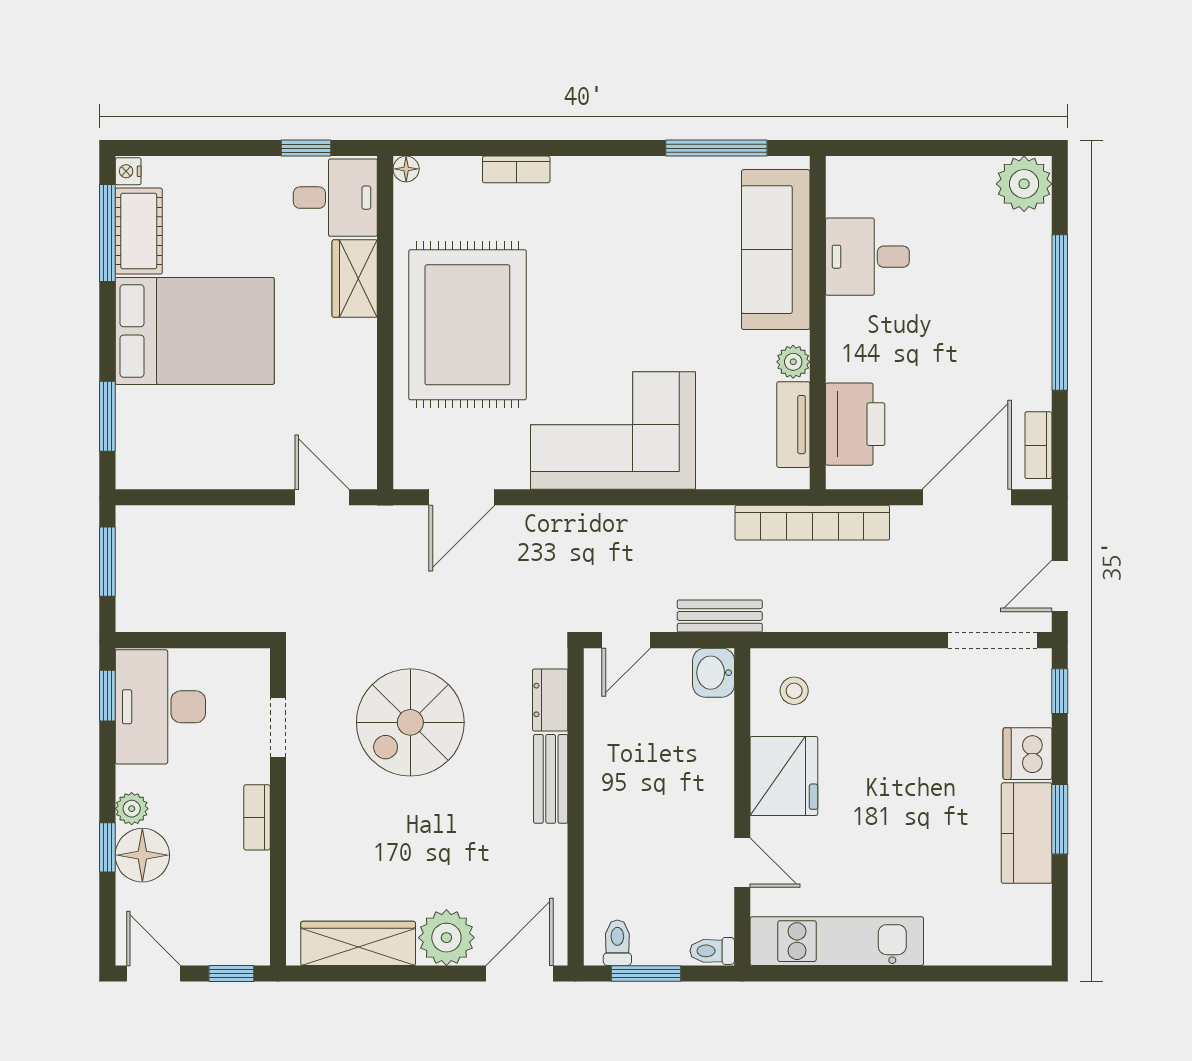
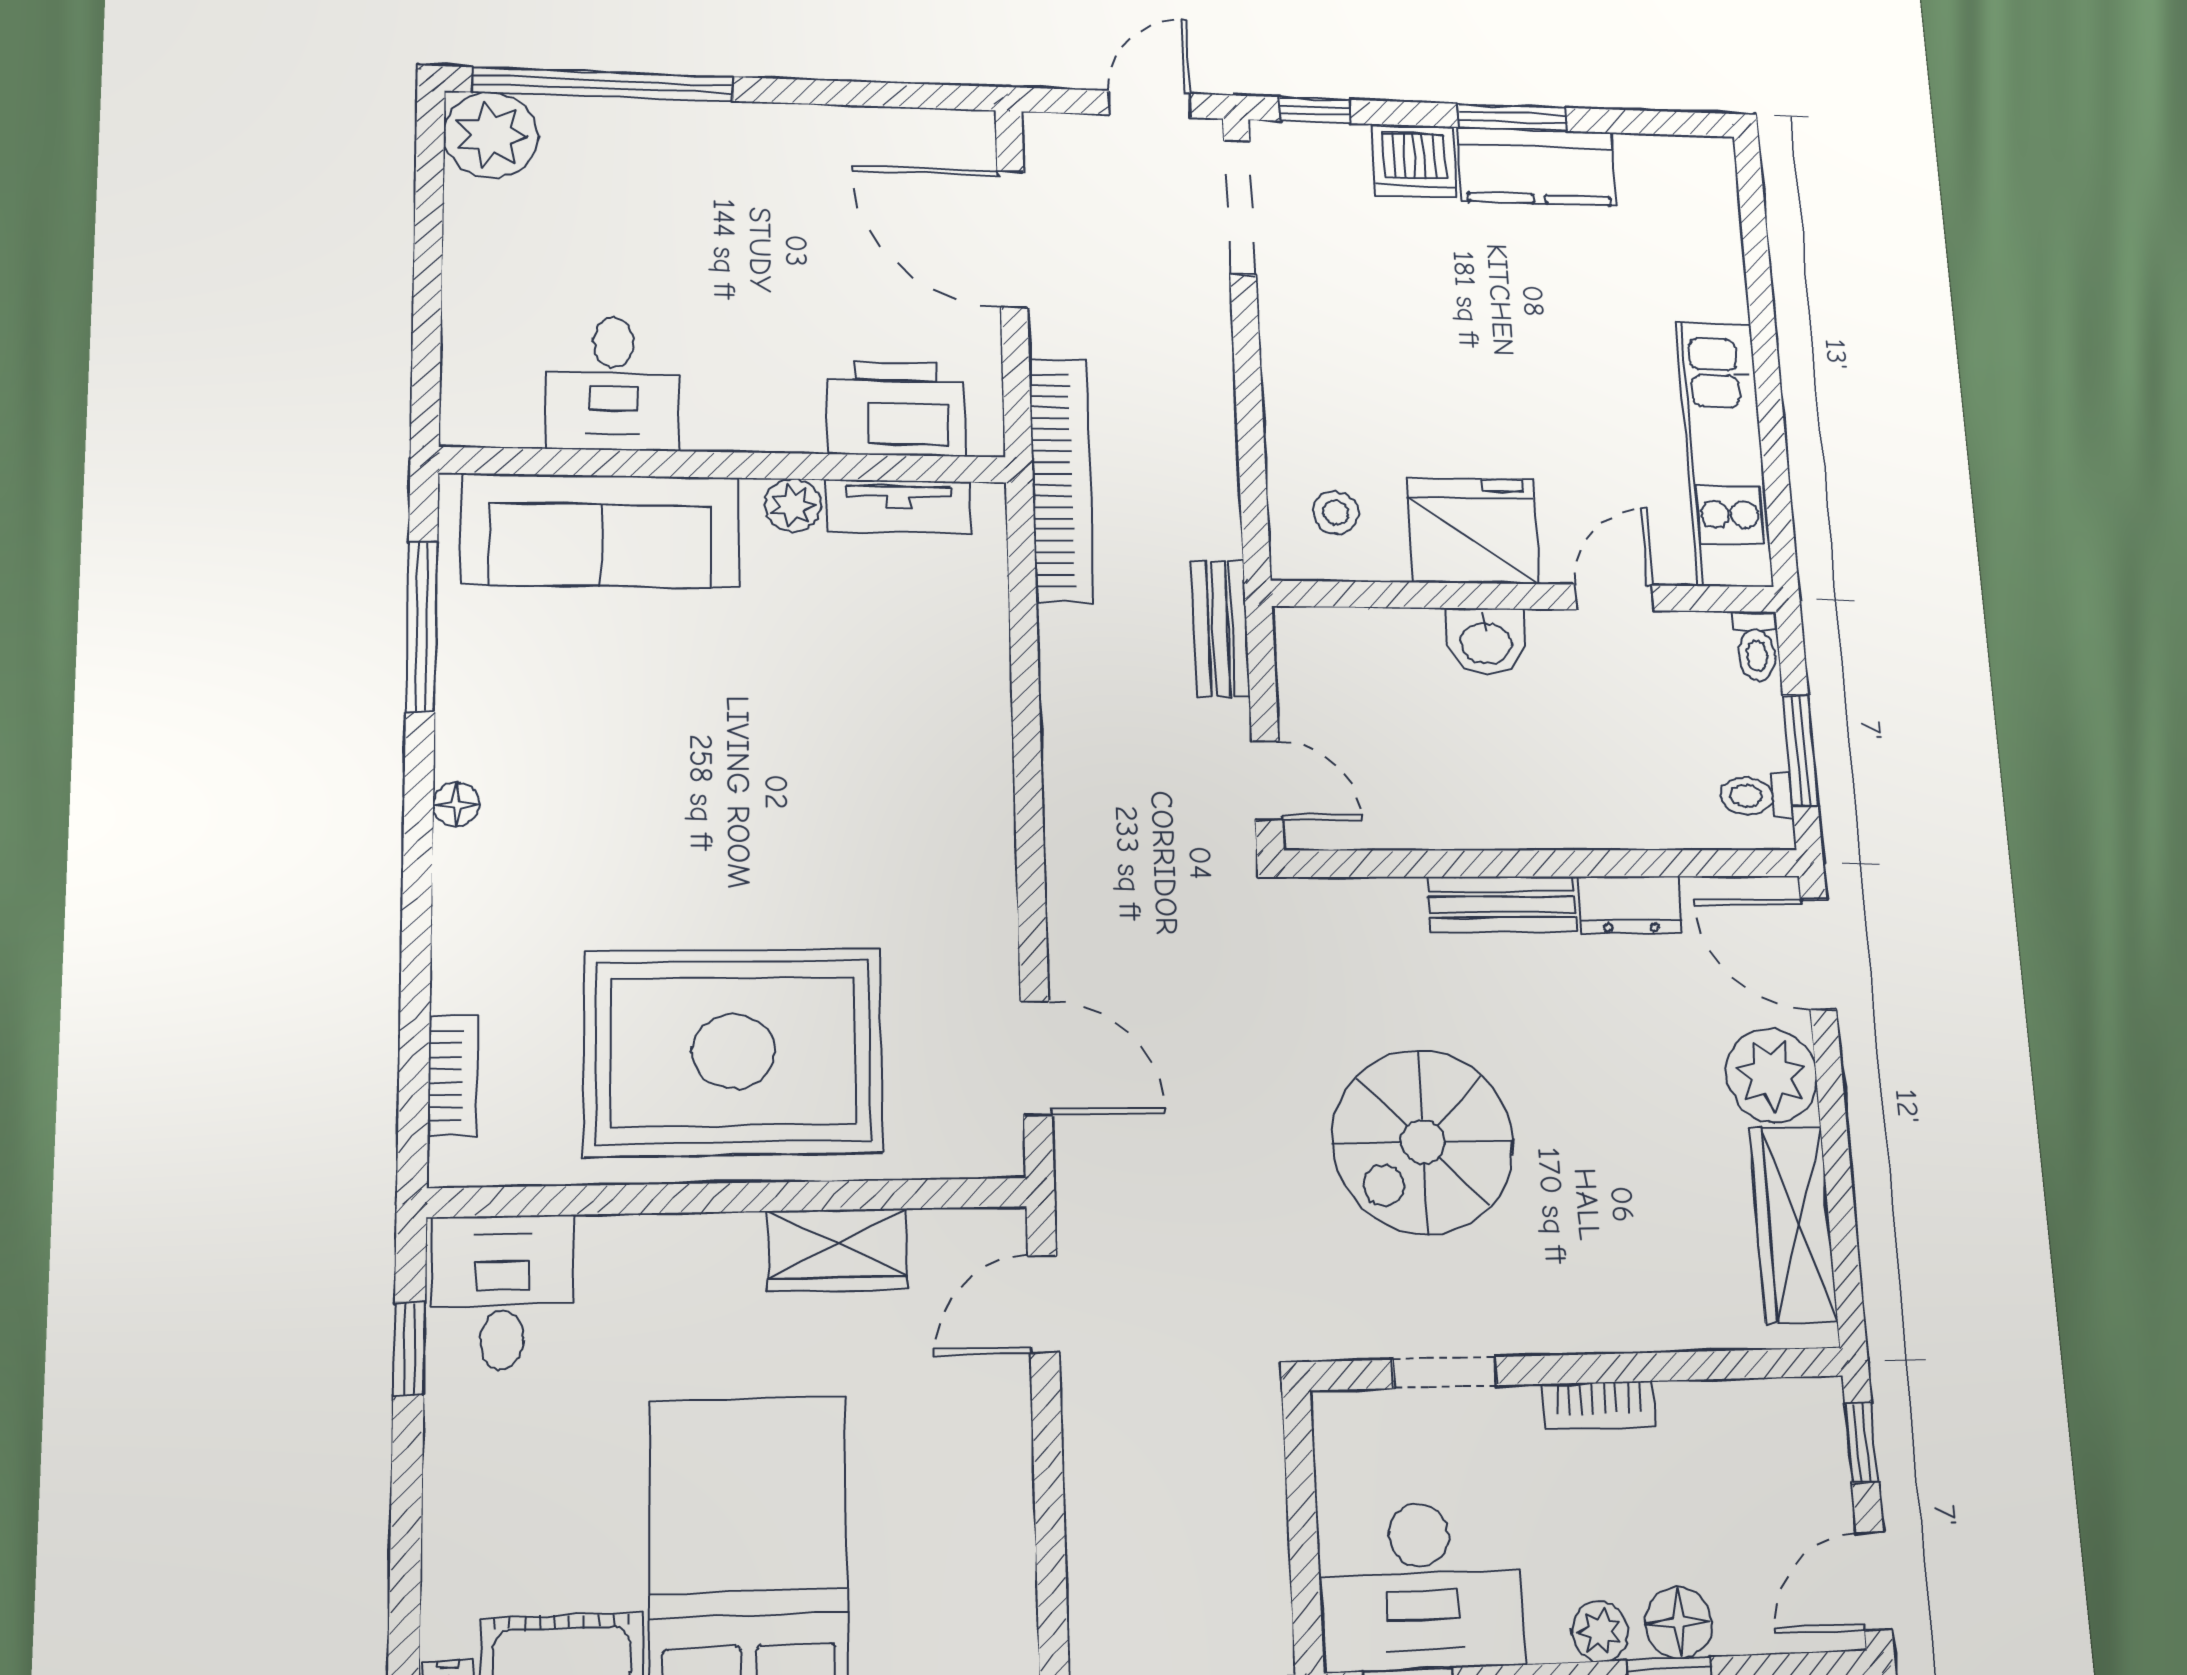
floor lamp: (406, 169) -> (456, 804), moved
bookcase: (516, 169) -> (453, 1075), moved
wardrobe: (355, 279) -> (837, 1250), moved
window: (1060, 312) -> (603, 84), moved
corner sofa: (613, 430) -> (915, 802), removed
bookcase: (1038, 445) -> (925, 128), removed
door: (1060, 586) -> (1150, 104), swing flipped
washbasin: (714, 673) -> (1486, 641), moved
dresser: (550, 700) -> (1630, 905), moved
spiral stairs: (410, 722) -> (1423, 1142), turned 90
floor lamp: (142, 855) -> (1679, 1622), width x0.73, depth x0.73

